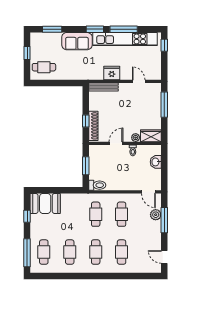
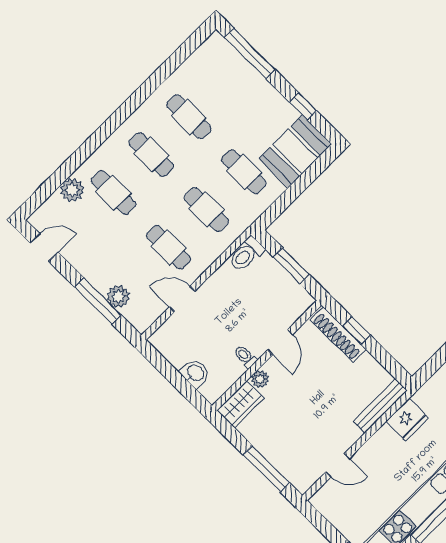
fridge: (112, 73) -> (407, 420), moved
door: (148, 192) -> (182, 299), moved
cafe table: (44, 252) -> (244, 172), moved
plant: (135, 267) -> (72, 190), added

